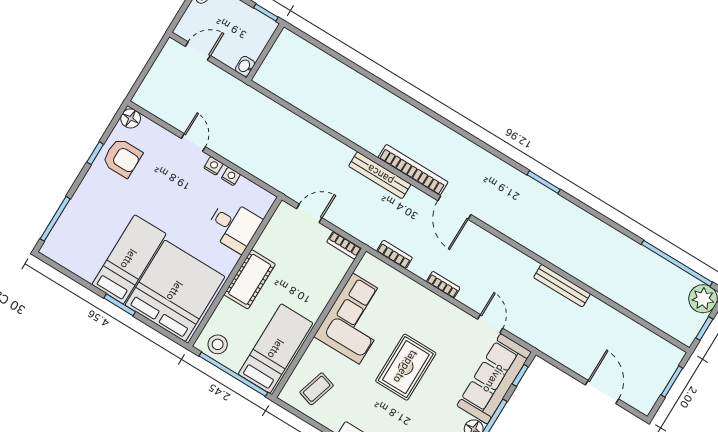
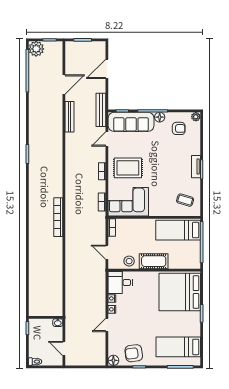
armchair: (122, 158) -> (134, 353), turned -98
bench: (380, 175) -> (101, 110), moved
door: (454, 208) -> (64, 85), moved
desk: (234, 226) -> (120, 283), moved, turned -90
bed: (129, 259) -> (178, 347), moved
corner sofa: (356, 319) -> (128, 202), moved
stool: (218, 344) -> (129, 261), moved
rug: (406, 367) -> (128, 168), moved

